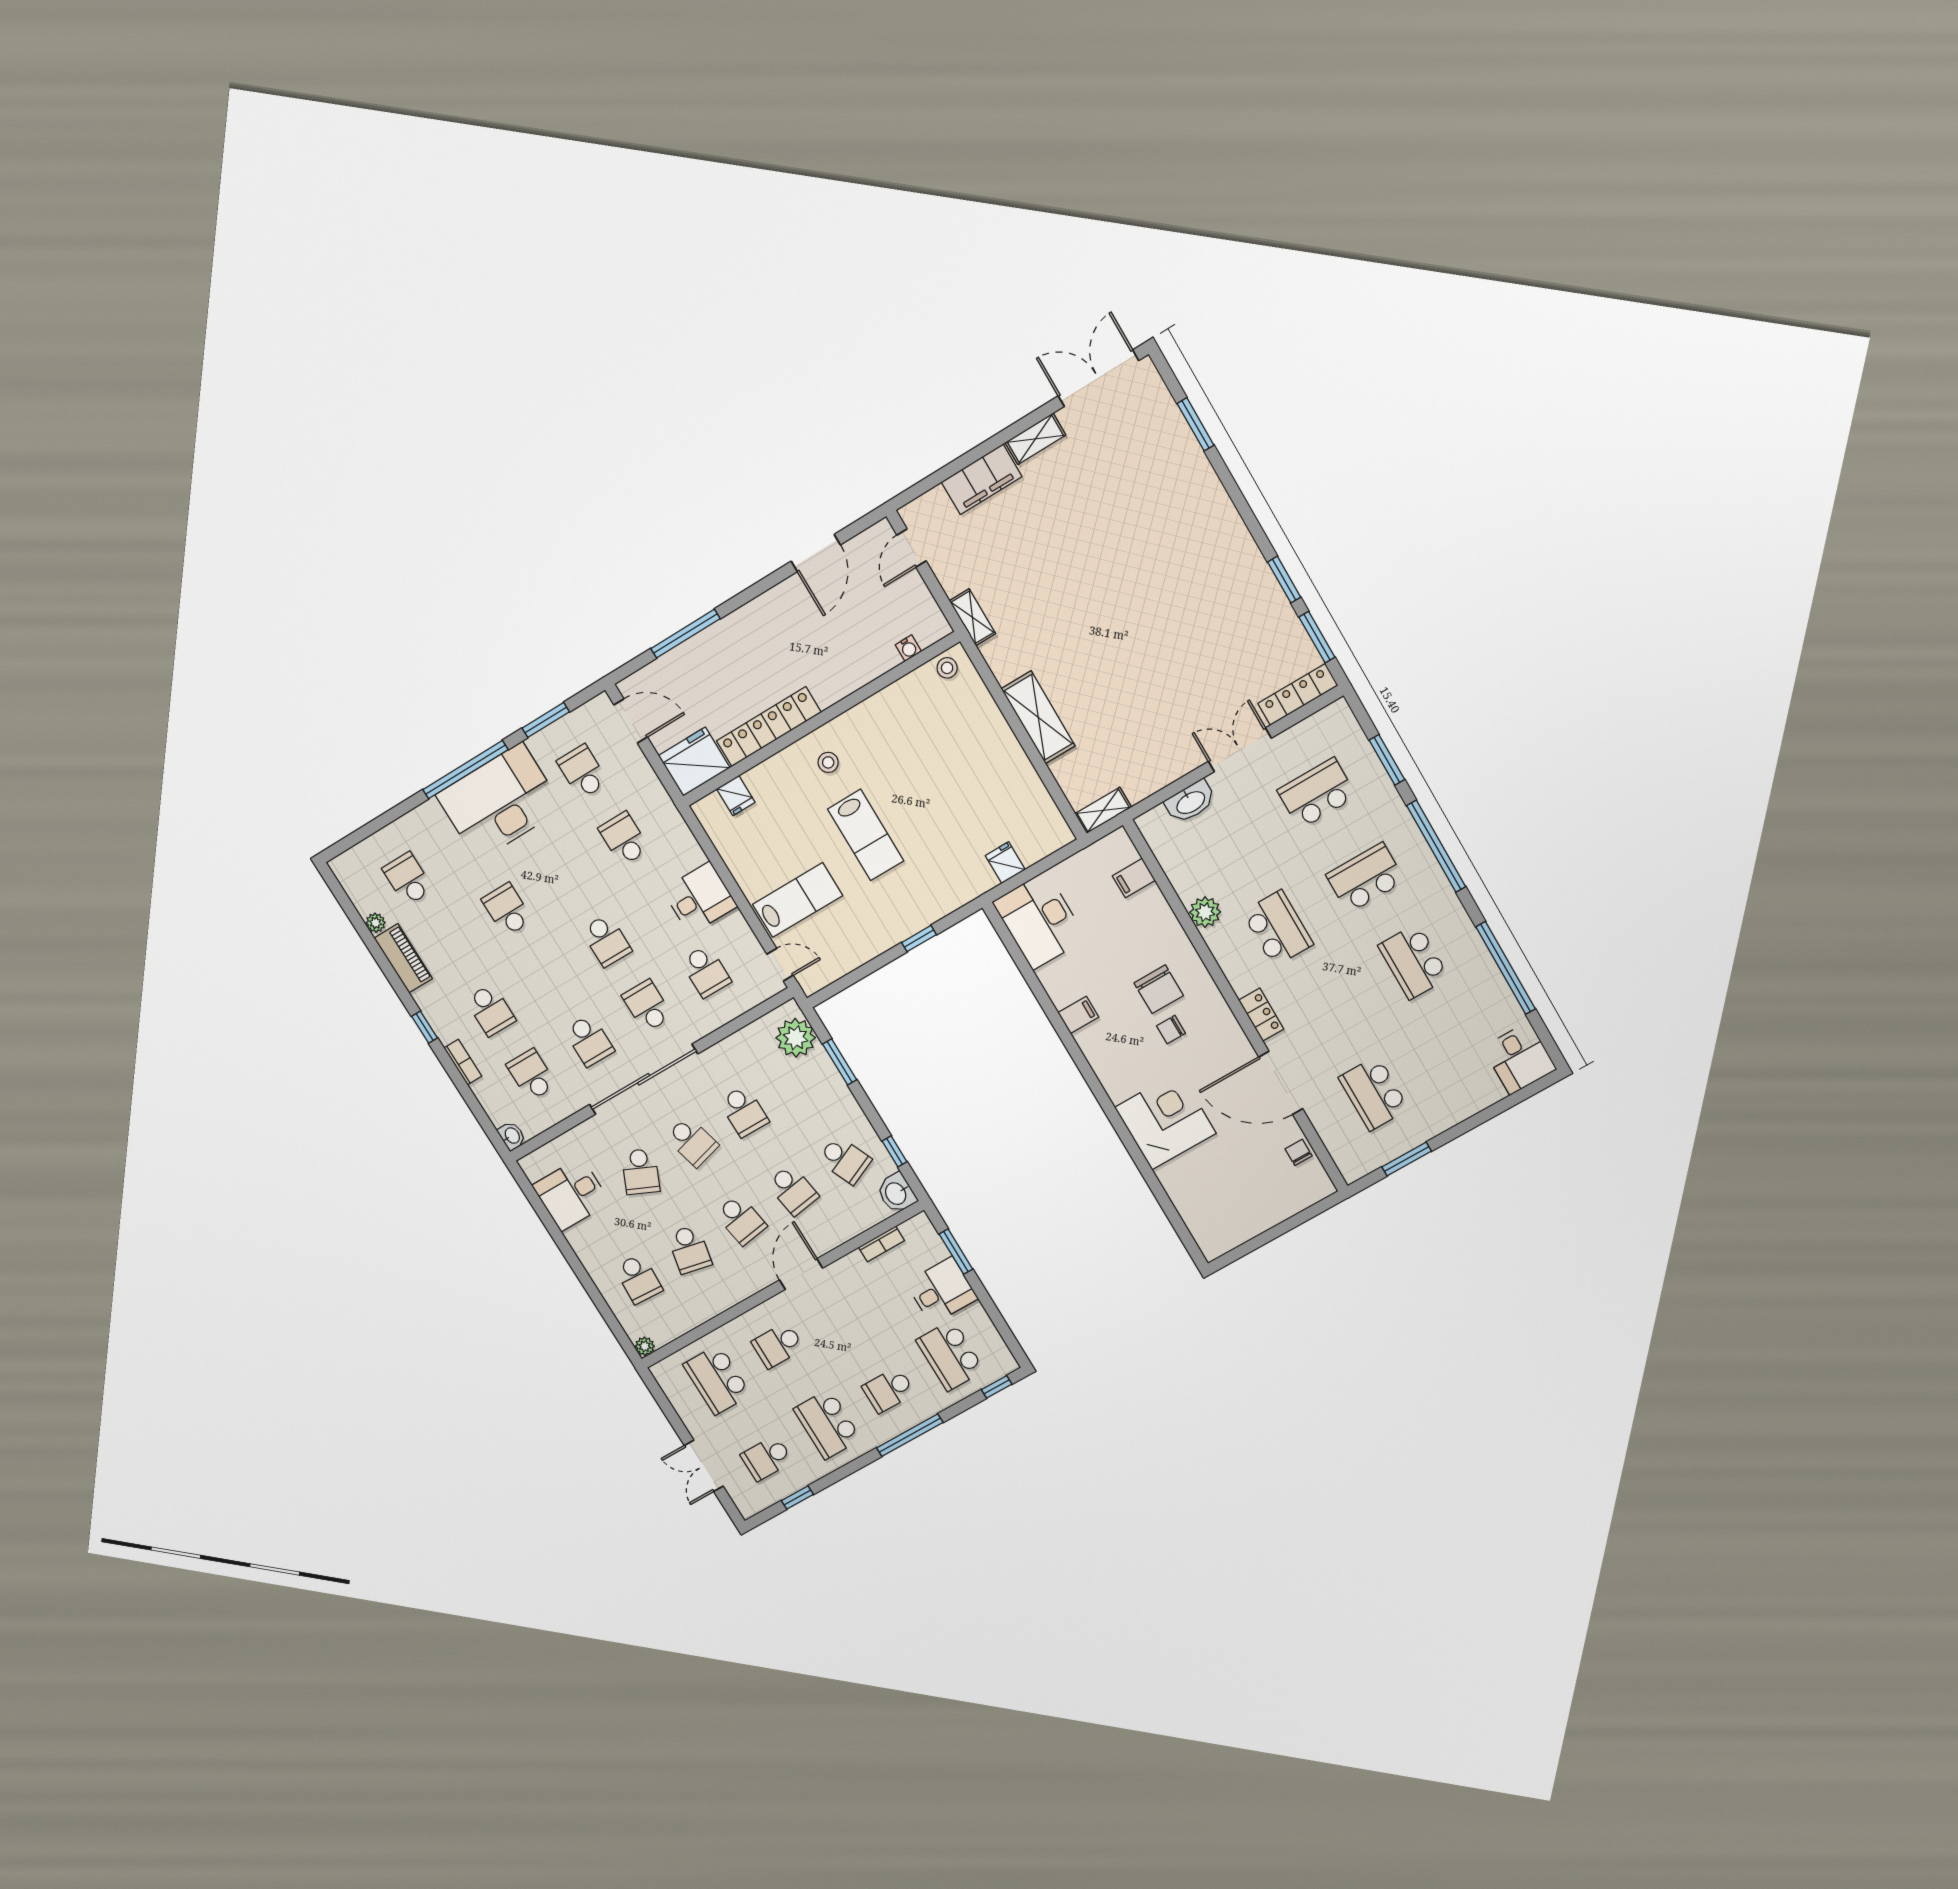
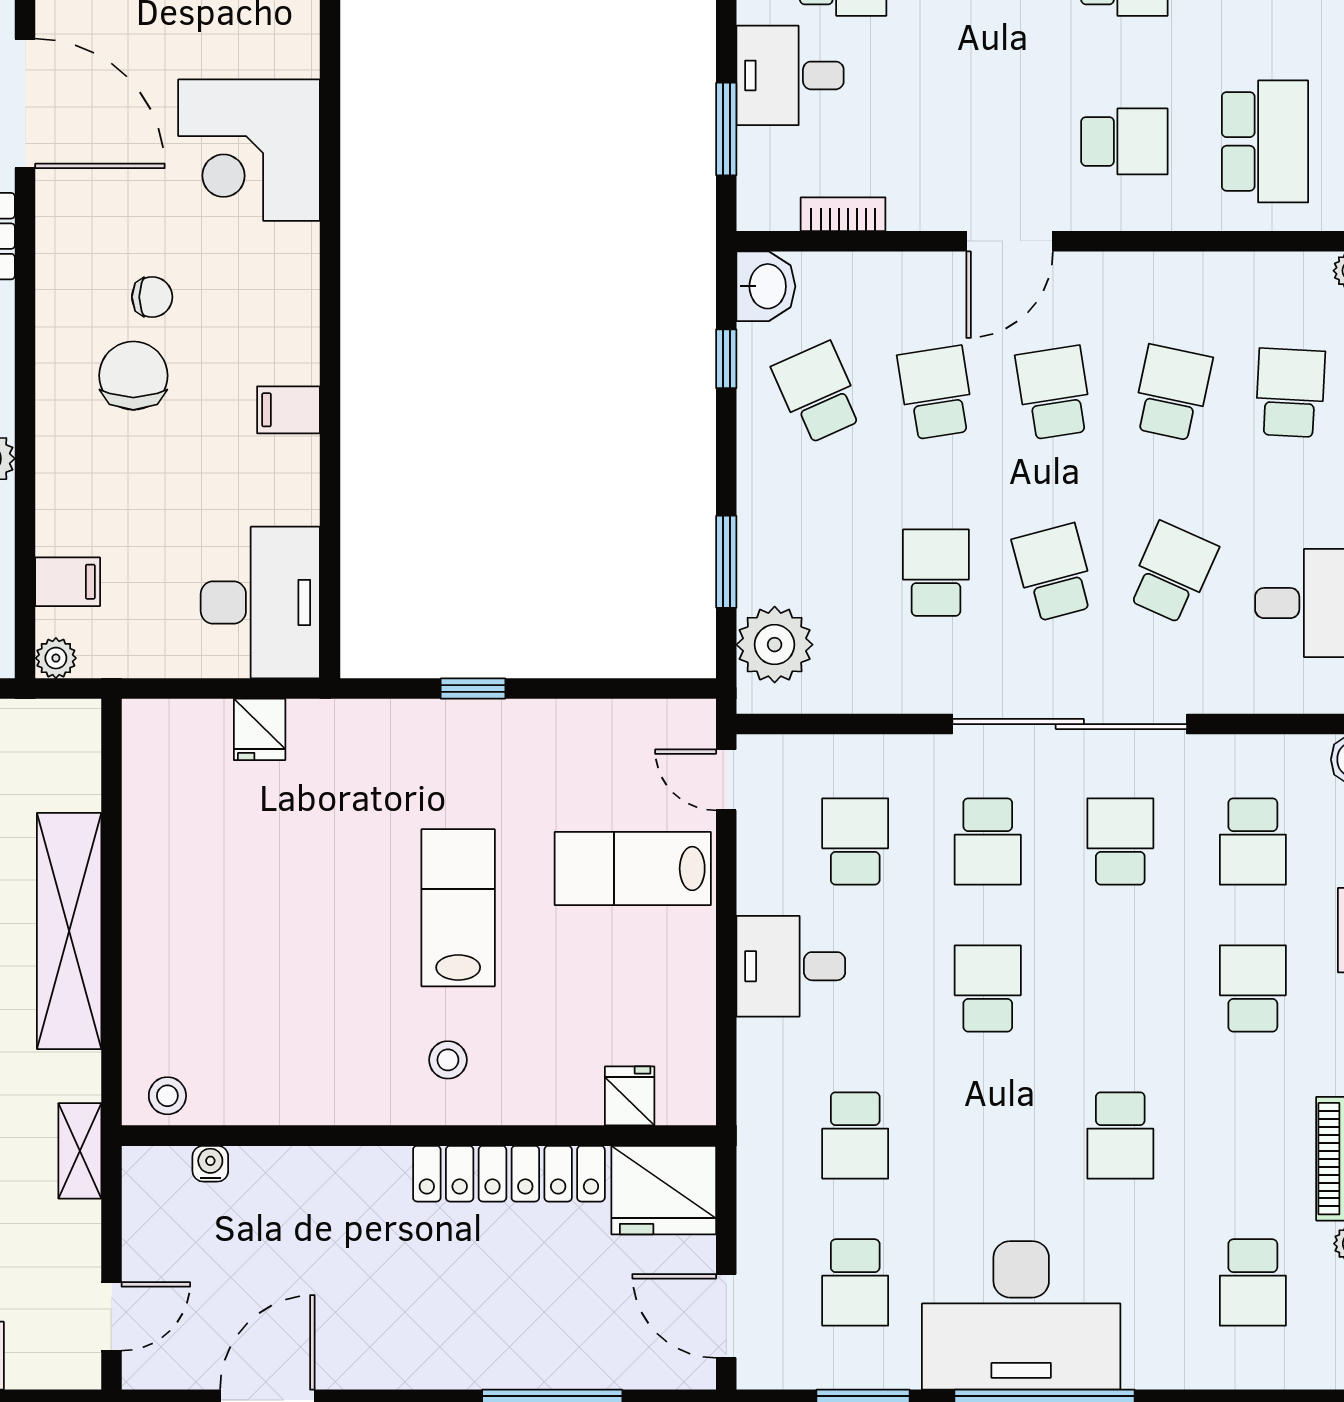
shelving: (1038, 717) -> (69, 931), width x1.47
shelving: (1103, 810) -> (53, 720), removed
plant: (1119, 840) -> (56, 658), added

